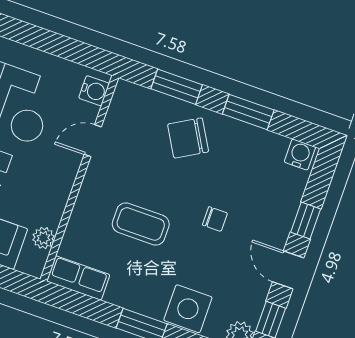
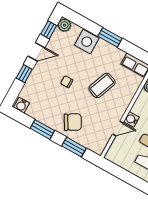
water cooler: (94, 91) -> (131, 119), moved
coffee table: (141, 224) -> (102, 85), turned -69
door: (288, 270) -> (36, 52), hinge flipped

